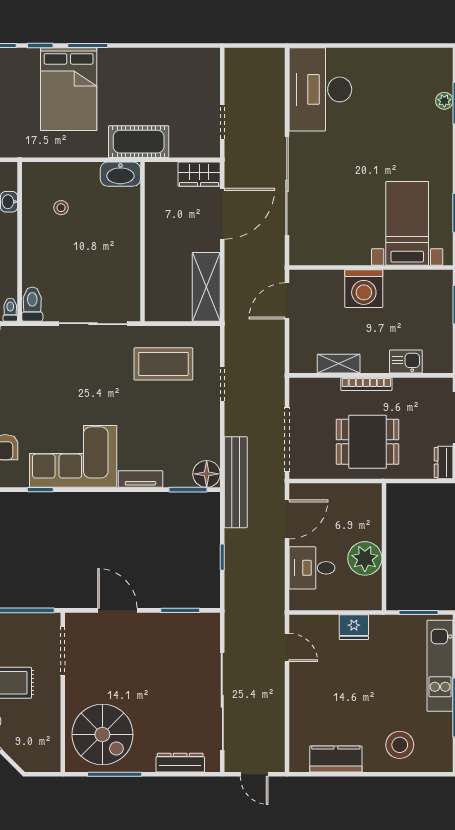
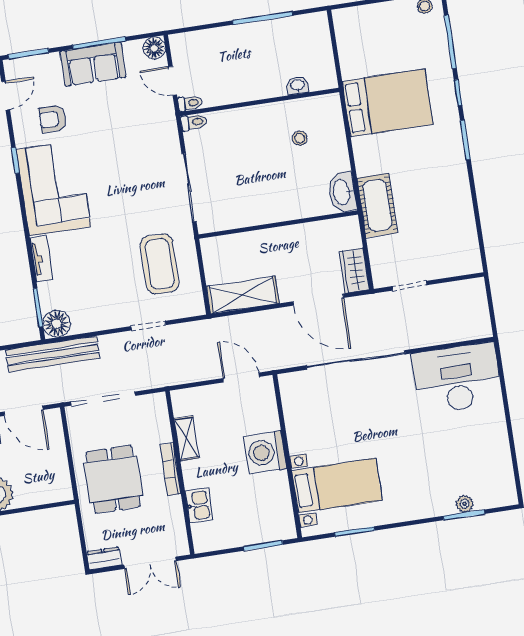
bed: (69, 89) -> (388, 103), moved, turned 180
toilet: (32, 304) -> (194, 122), width x0.73, depth x0.72

